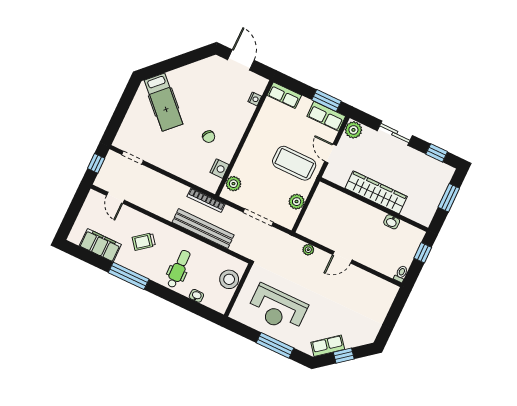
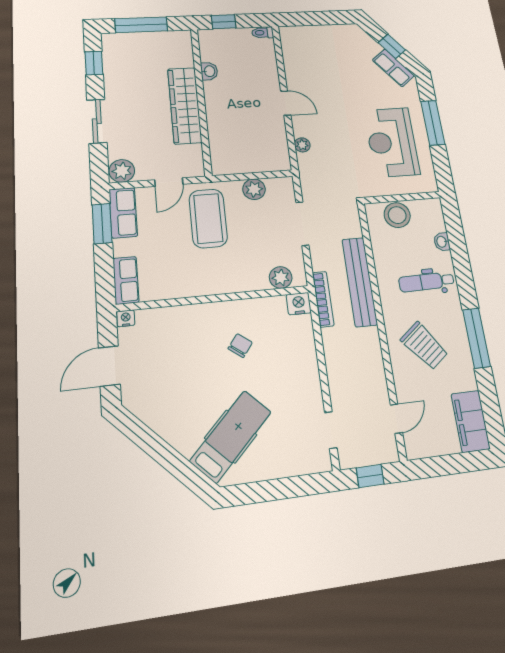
nightstand: (255, 99) -> (126, 318), moved
nightstand: (220, 169) -> (299, 304), moved
window: (449, 198) -> (141, 25), width x1.44
trolley: (144, 242) -> (424, 346), width x1.36, depth x1.39
filing cabinet: (100, 245) -> (471, 421), moved
reception desk: (277, 309) -> (392, 142), turned 180

